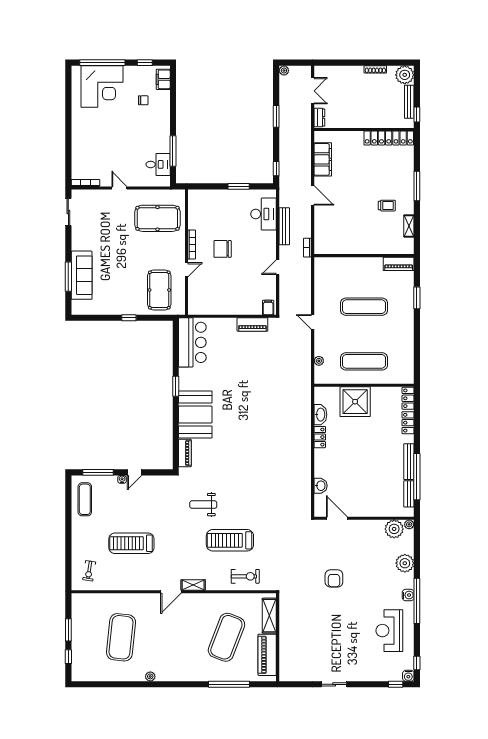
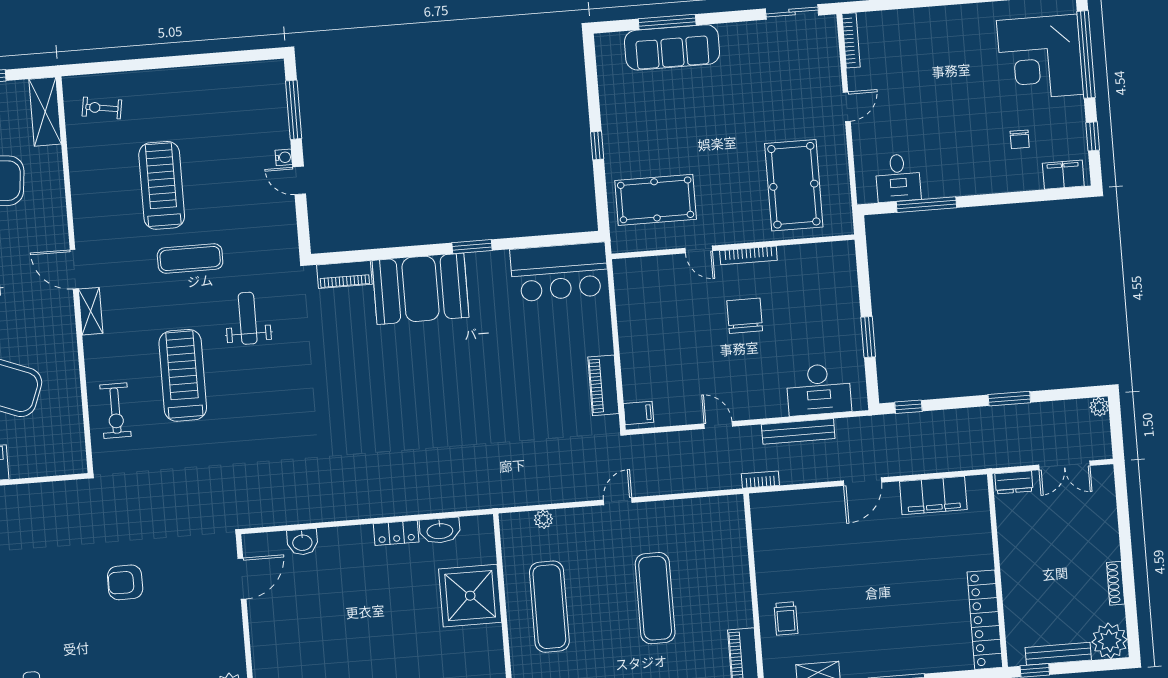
trolley: (387, 206) -> (786, 618), moved
exercise mat: (85, 499) -> (190, 259), moved
shelving: (269, 616) -> (45, 112), moved, turned 90

